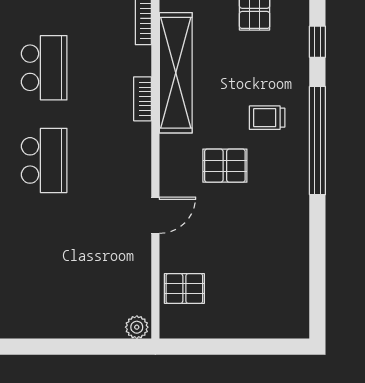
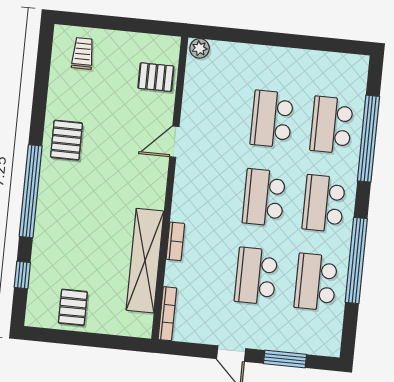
trolley: (267, 118) -> (83, 53), moved, turned -90
pallet: (225, 166) -> (66, 140), moved, turned 90
school desk: (44, 253) -> (272, 119), added

